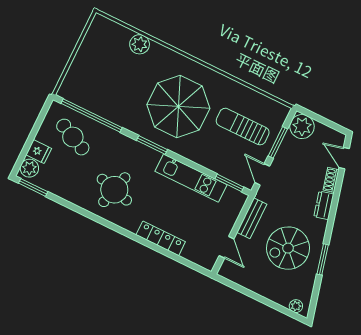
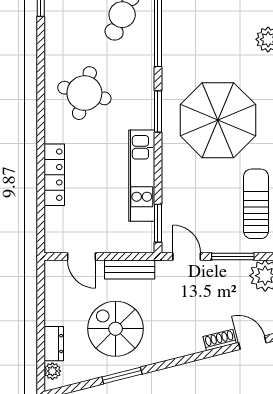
sun lounger: (243, 127) -> (256, 204), moved
door: (344, 158) -> (252, 343), hinge flipped
door: (262, 174) -> (187, 257), hinge flipped
dresser: (324, 205) -> (54, 344), moved, turned 104
door: (227, 247) -> (81, 257), hinge flipped

